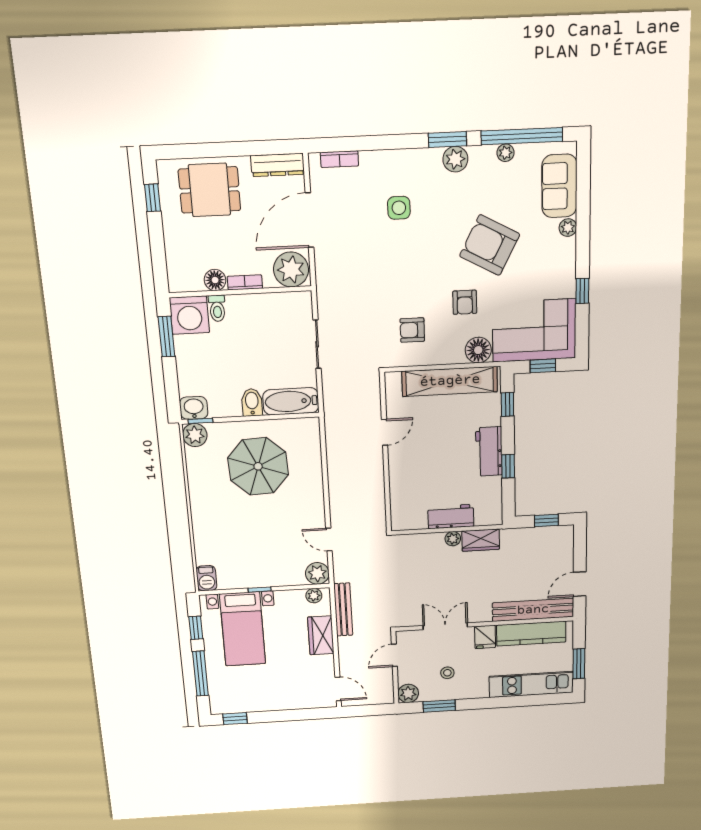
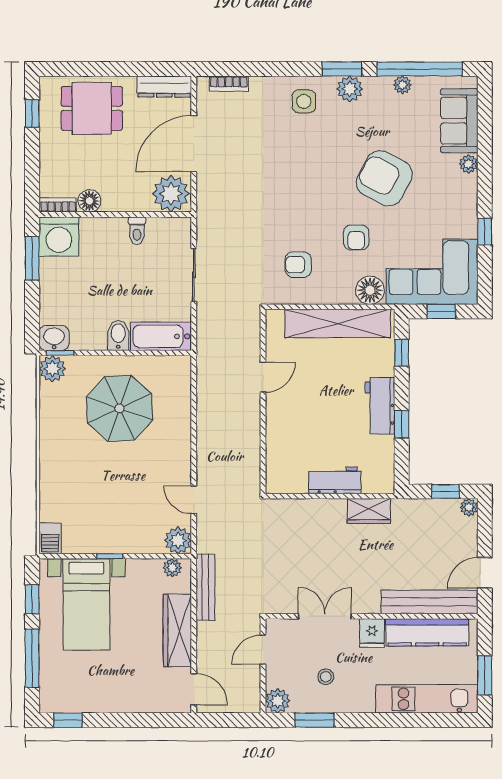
side table: (399, 208) -> (304, 101), moved
bookcase: (245, 282) -> (58, 205), moved
toilet: (217, 308) -> (137, 231), moved
plant: (453, 539) -> (469, 507), moved
wardrobe: (321, 635) -> (177, 630), width x1.50

